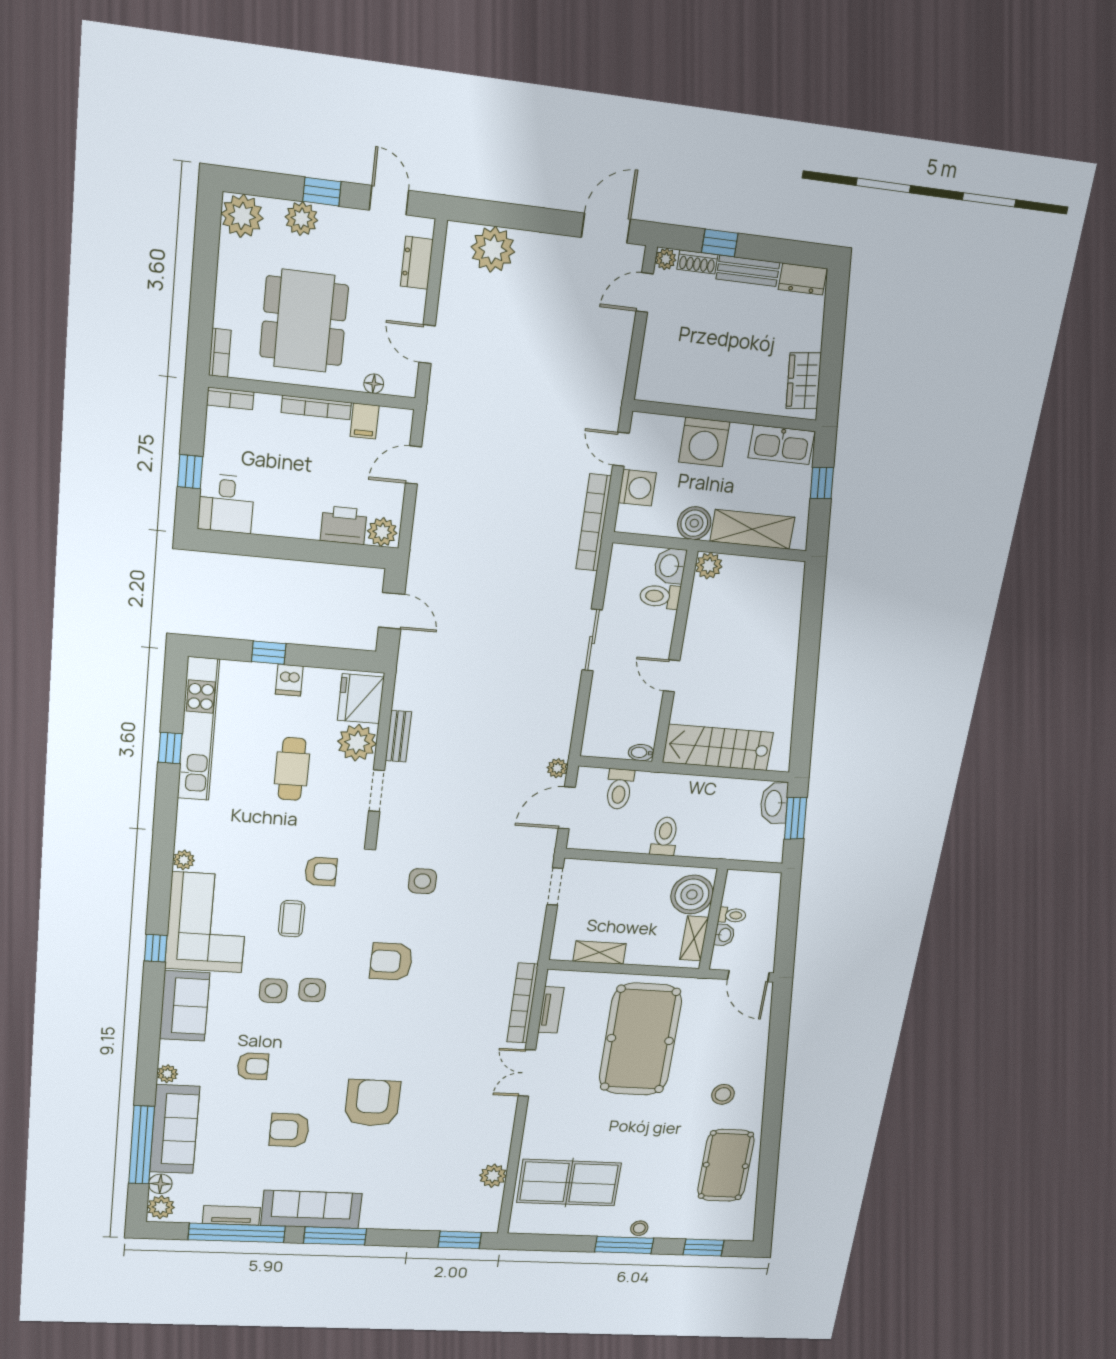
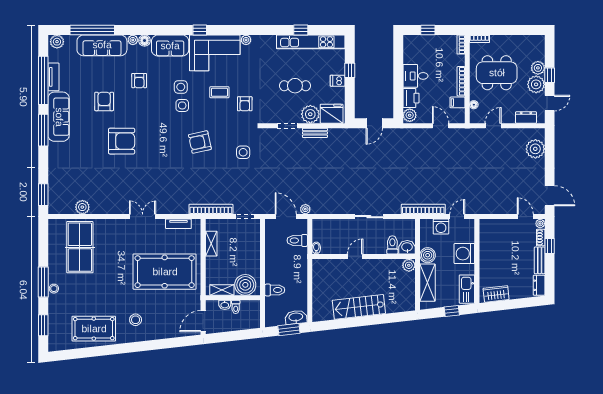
plant: (242, 216) -> (536, 84), moved
desk: (226, 504) -> (415, 76), moved
stairs: (718, 747) -> (359, 307), moved, turned -96
toilet: (665, 836) -> (275, 290), moved
armchair: (391, 962) -> (200, 142), turned -102
bookcase: (523, 1003) -> (211, 209), moved
floor lamp: (160, 1184) -> (145, 41), moved

